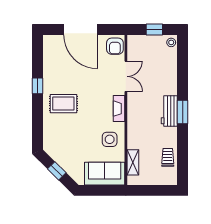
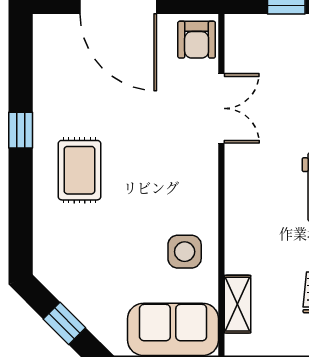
rug: (63, 104) -> (79, 170), turned 90
fireplace: (119, 109) -> (206, 182), removed

